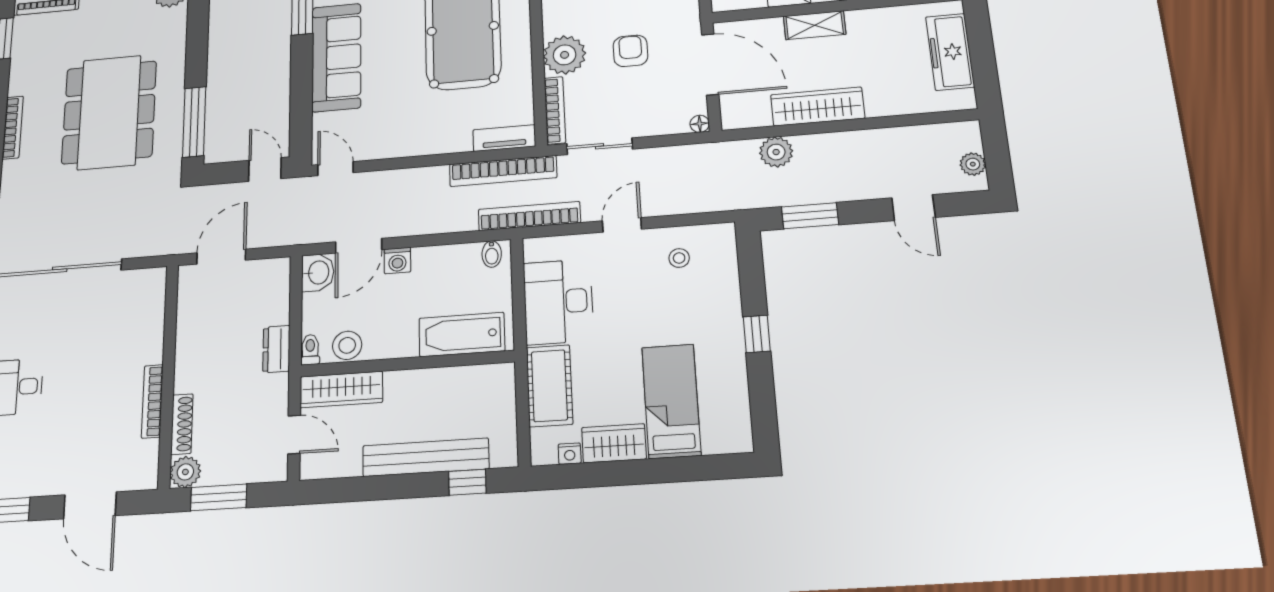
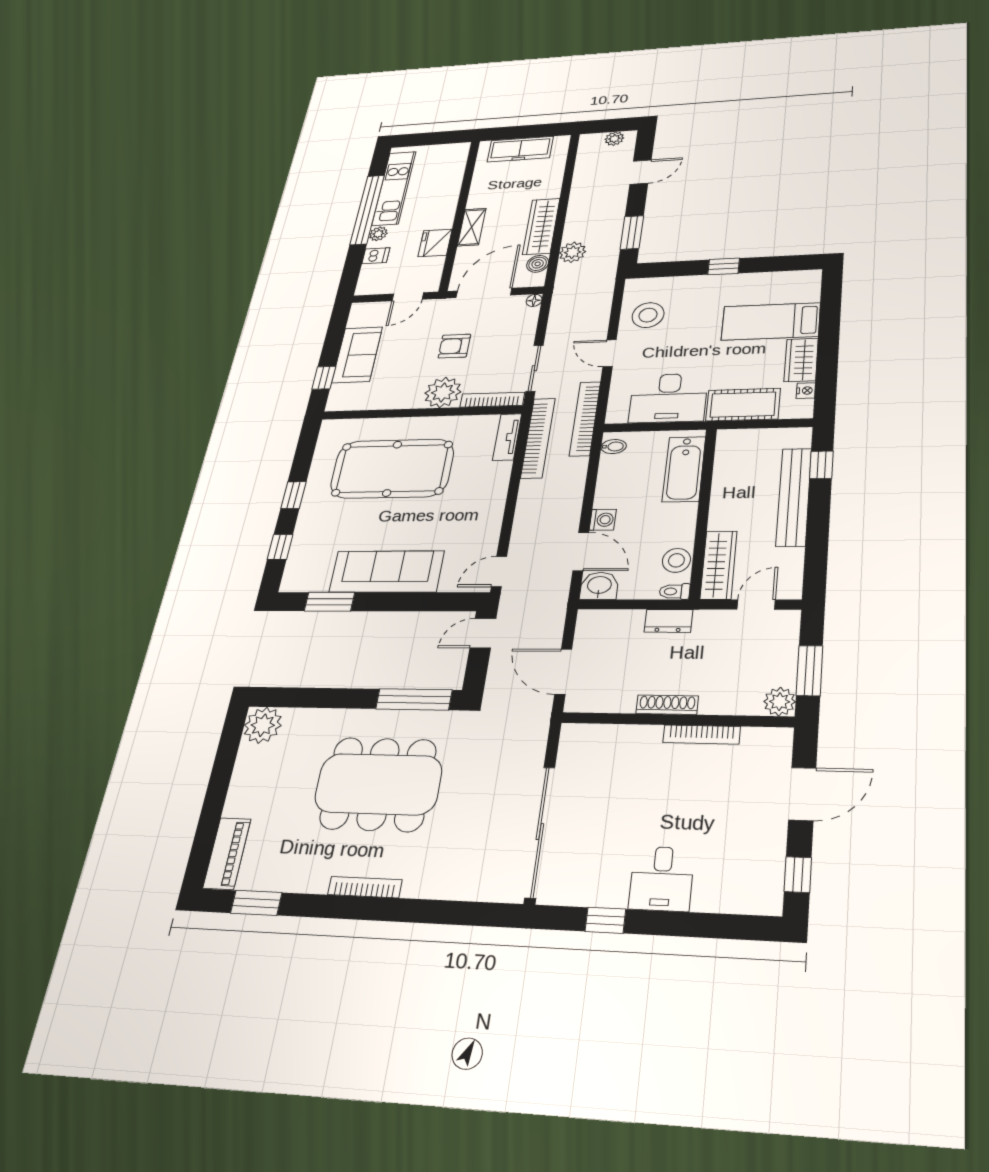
boiler: (757, 115) -> (538, 264), added
stool: (679, 258) -> (648, 315), width x1.89, depth x1.89
shoe rack: (182, 424) -> (667, 705), moved

